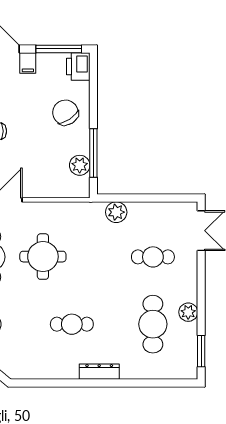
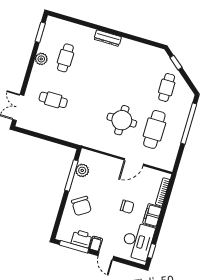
printer: (78, 66) -> (82, 239), moved, turned -90
plant: (116, 212) -> (68, 134), removed
cafe table: (72, 324) -> (116, 73), removed
cafe table: (153, 324) -> (65, 58), width x0.73, depth x0.74

